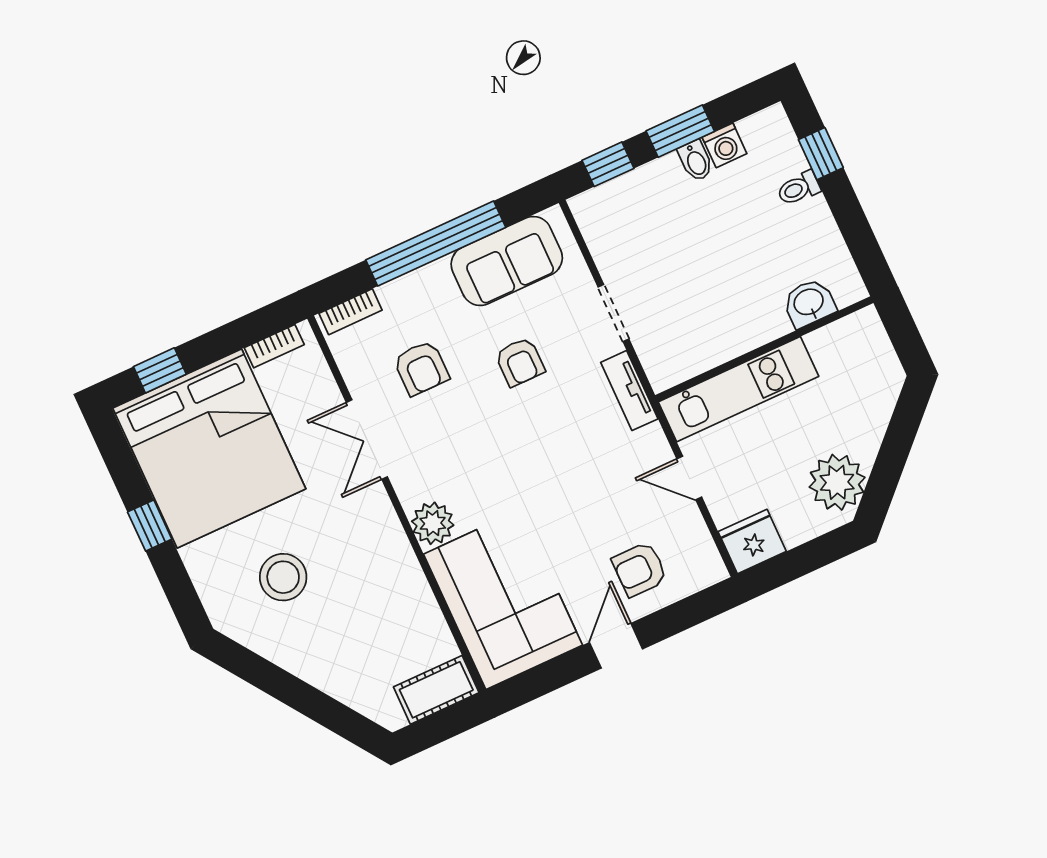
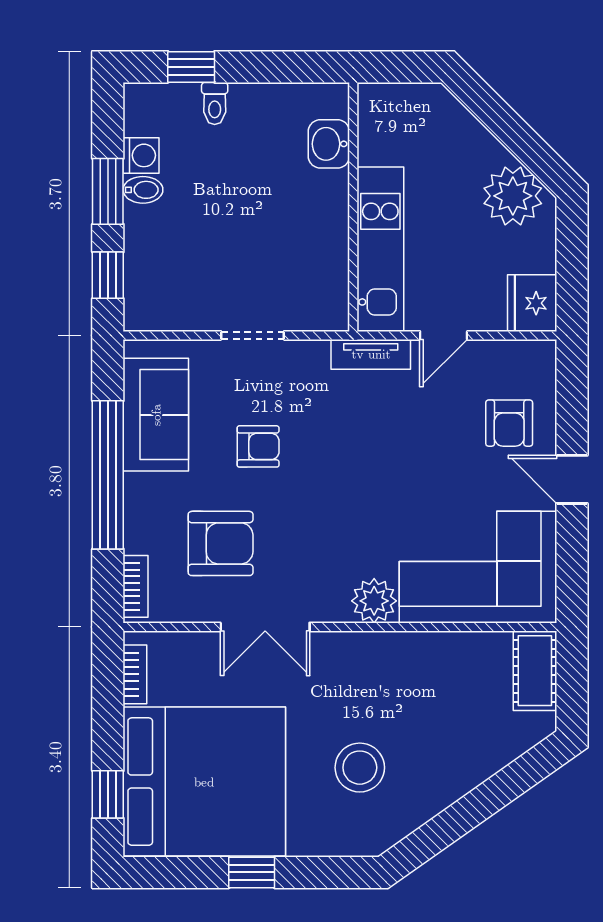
armchair: (421, 368) -> (221, 543), width x1.38, depth x1.38
tv unit: (629, 391) -> (371, 354), moved

